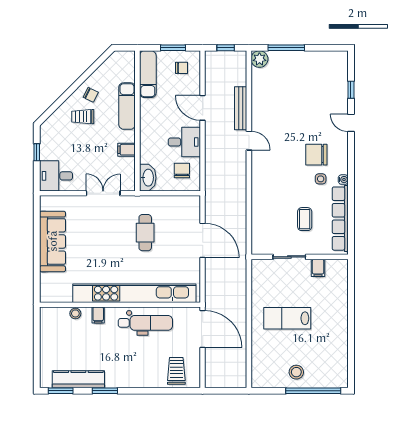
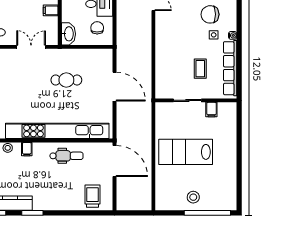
cafe table: (145, 233) -> (66, 80), turned 90
lab bench: (287, 318) -> (186, 152), width x1.36, depth x1.39
dental chair: (145, 323) -> (66, 156), width x0.73, depth x0.72

